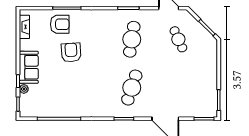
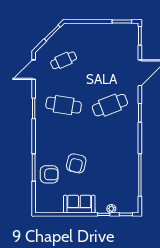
armchair: (60, 24) -> (49, 174), turned 90
fireplace: (24, 27) -> (52, 208), removed
armchair: (71, 52) -> (76, 163), turned -73
sofa: (29, 67) -> (79, 204), moved
cafe table: (132, 88) -> (110, 105), turned -39

